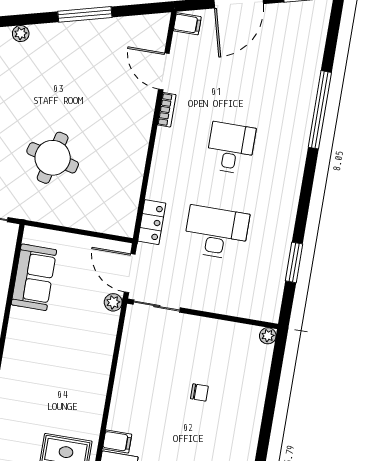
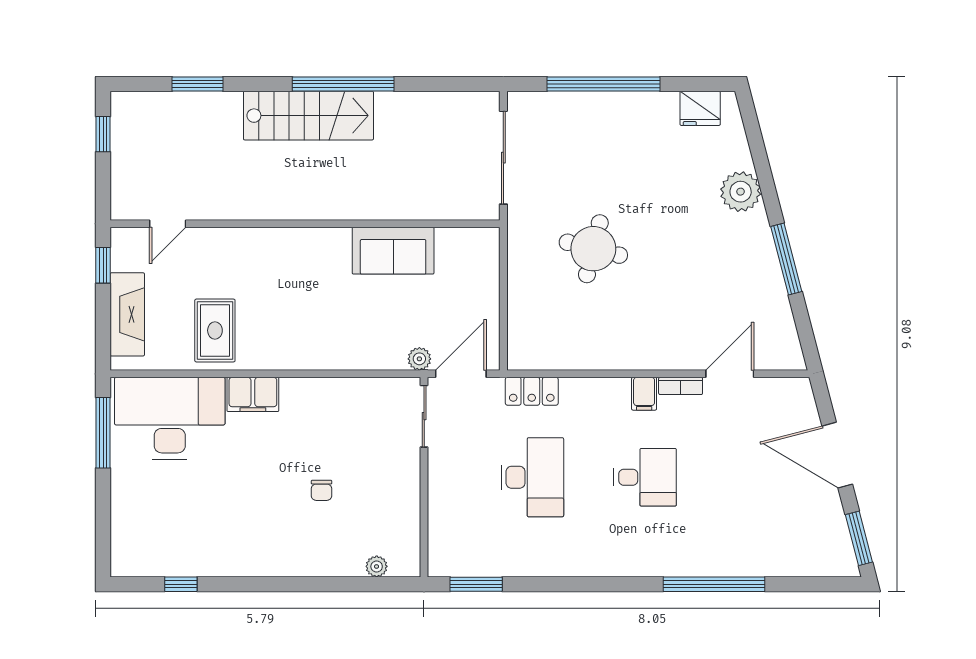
filing cabinet: (187, 24) -> (644, 394), moved
plant: (21, 34) -> (741, 192), width x1.87, depth x1.87
window: (294, 262) -> (476, 584), moved
sofa: (34, 277) -> (393, 251), moved
plant: (268, 336) -> (377, 566), moved
filing cabinet: (117, 441) -> (253, 394), width x2.00

